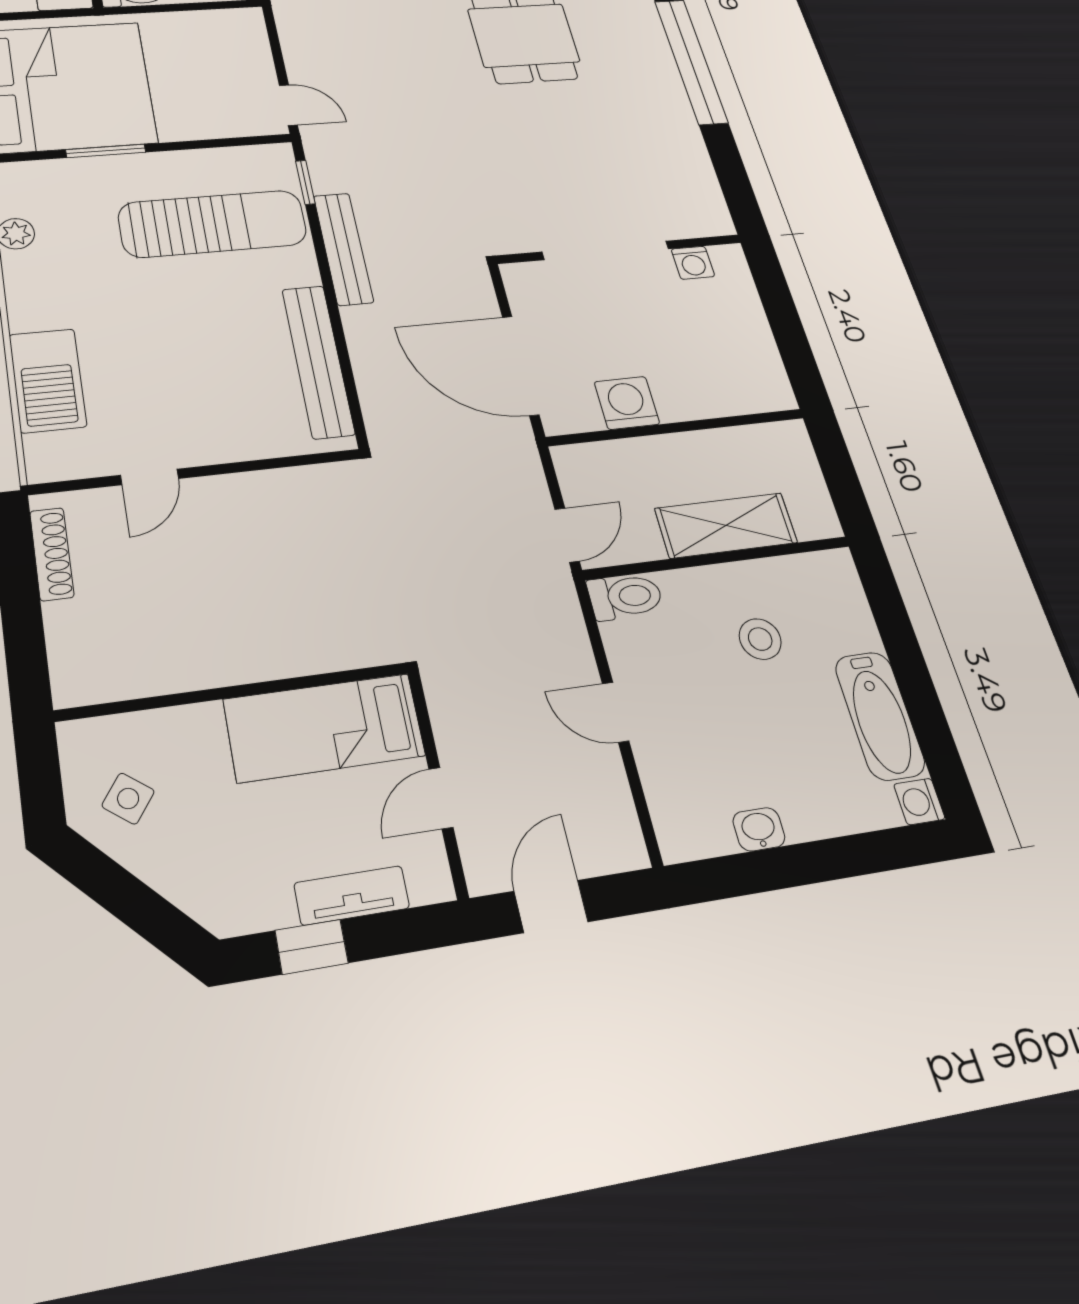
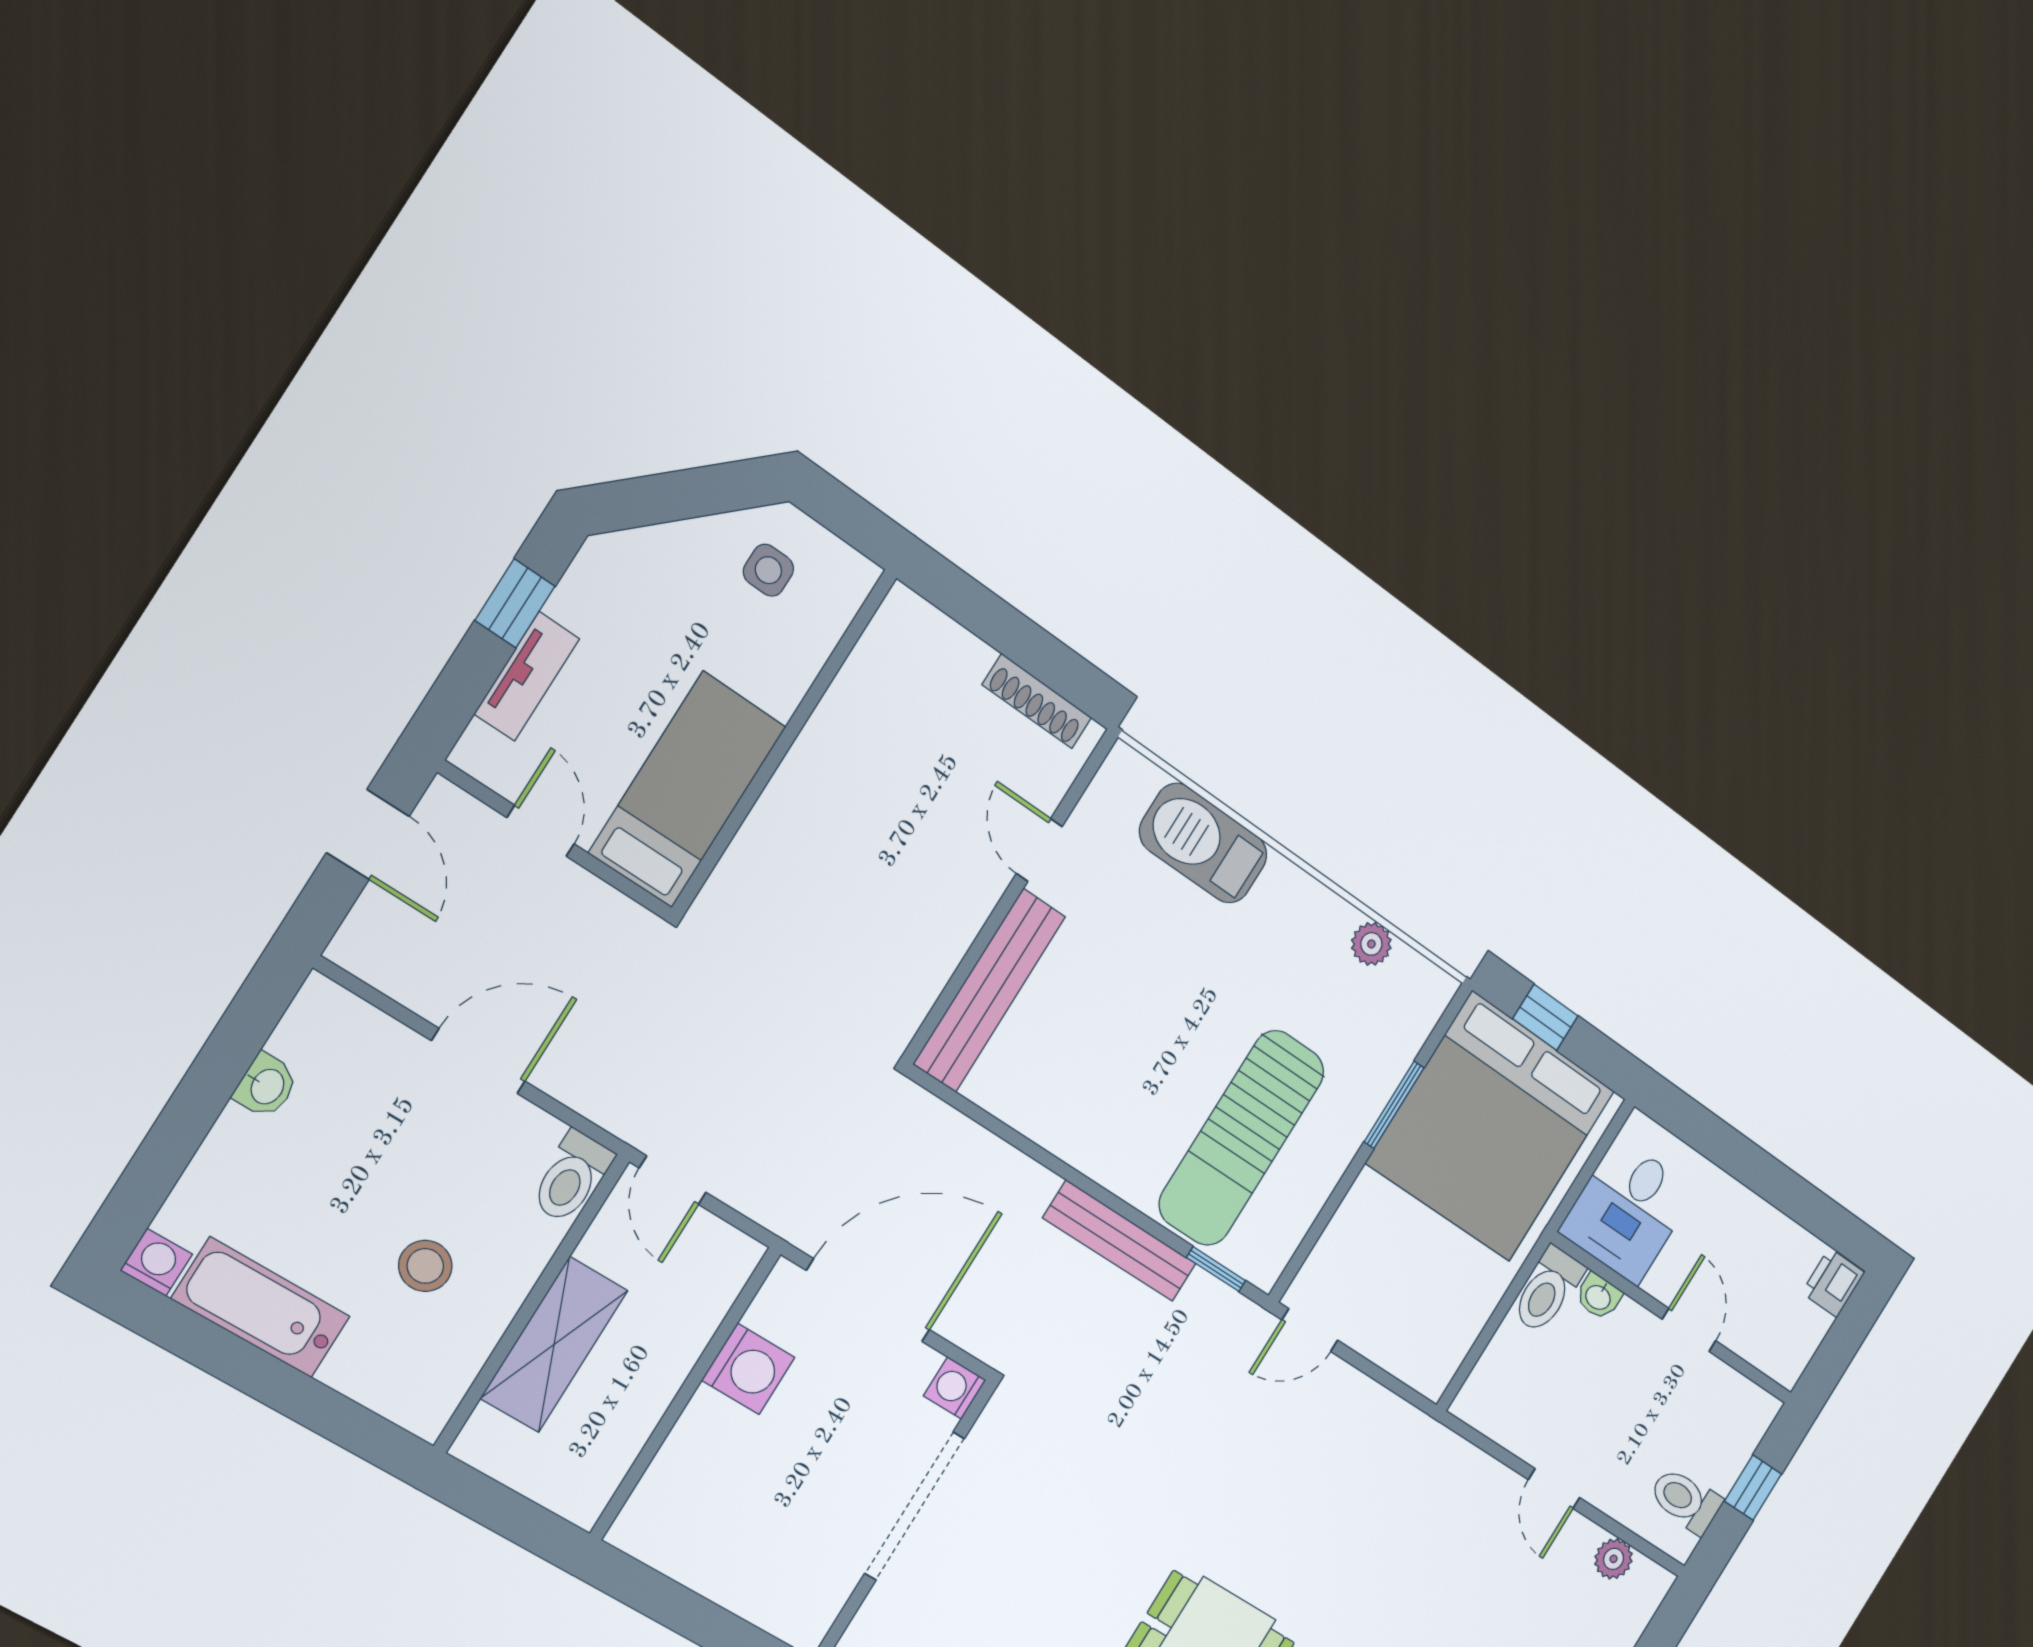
washing machine: (693, 263) -> (955, 1388), moved
bench: (318, 361) -> (989, 990), moved, turned 90
door: (616, 712) -> (478, 1061), width x1.38
side table: (128, 798) -> (768, 570), turned -37

